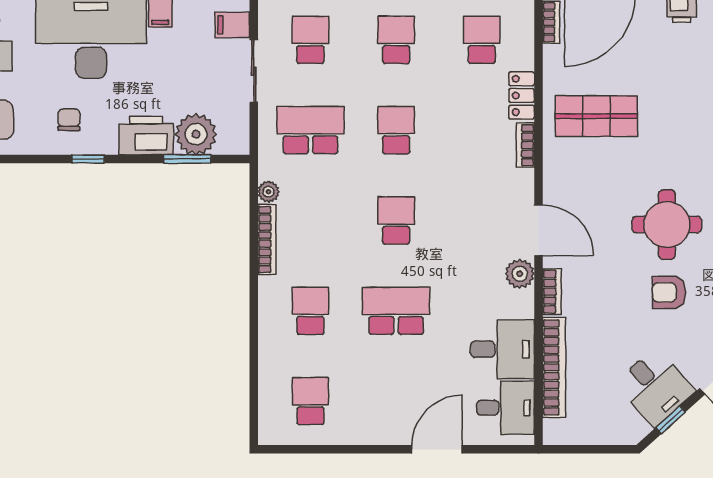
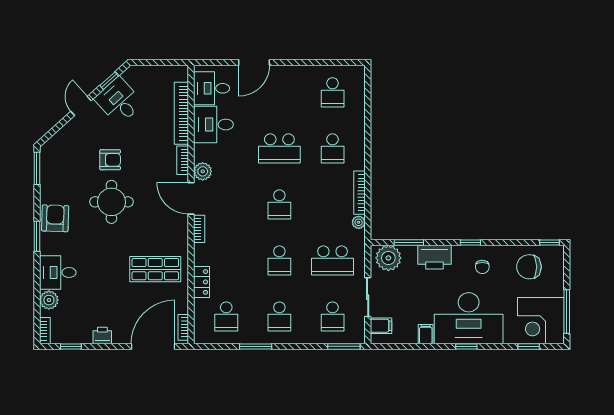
plant: (196, 134) -> (388, 258), moved
bookcase: (525, 145) -> (199, 229), moved

